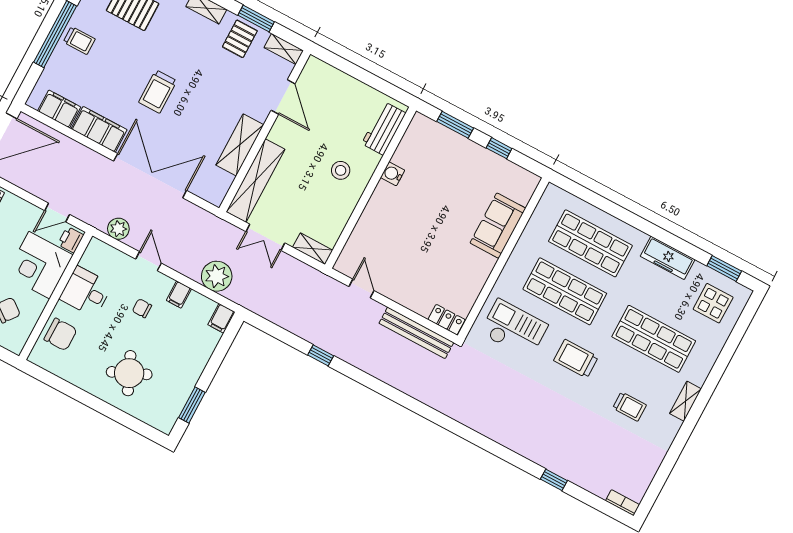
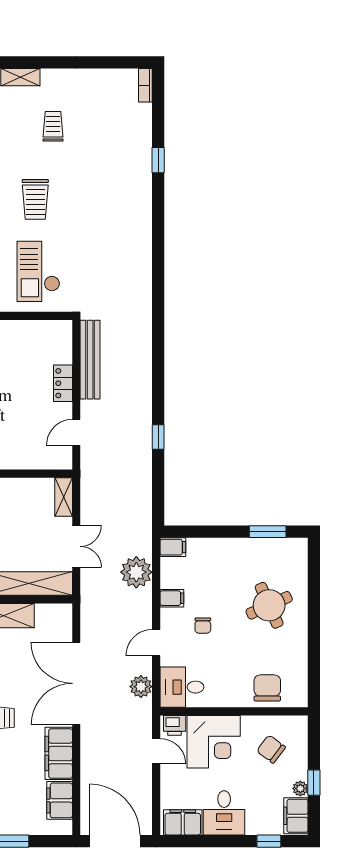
desk: (86, 292) -> (182, 687), moved, turned 90
locker: (447, 320) -> (63, 383), moved

